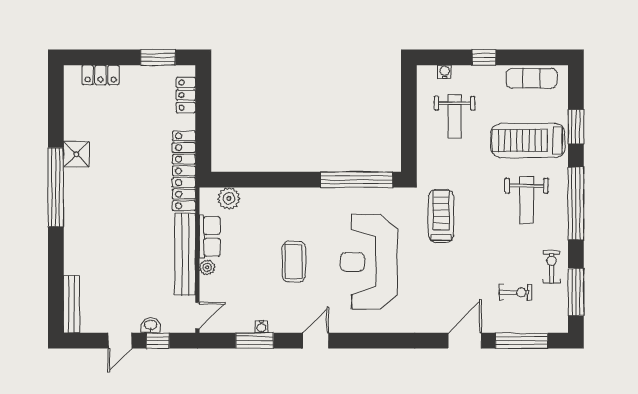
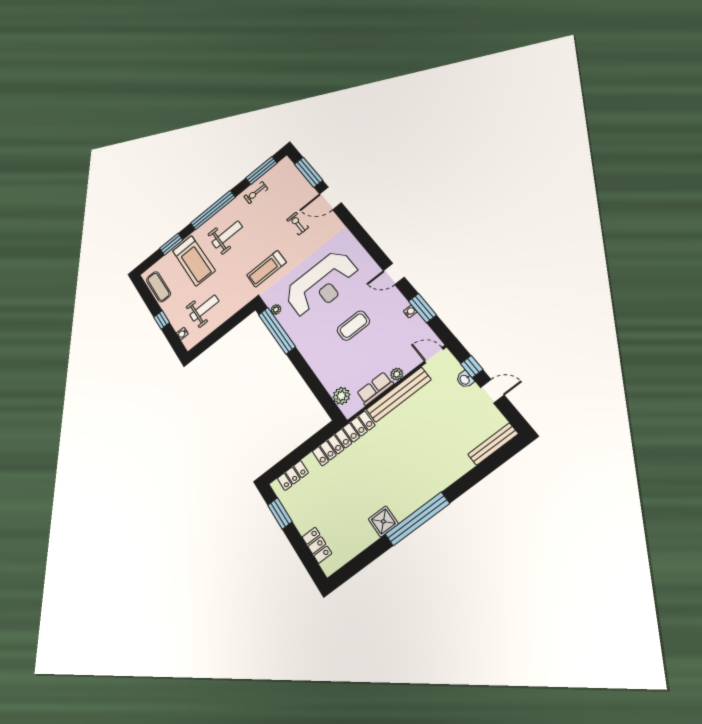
plant: (382, 195) -> (276, 309), added
exercise bike: (515, 292) -> (298, 224), moved

